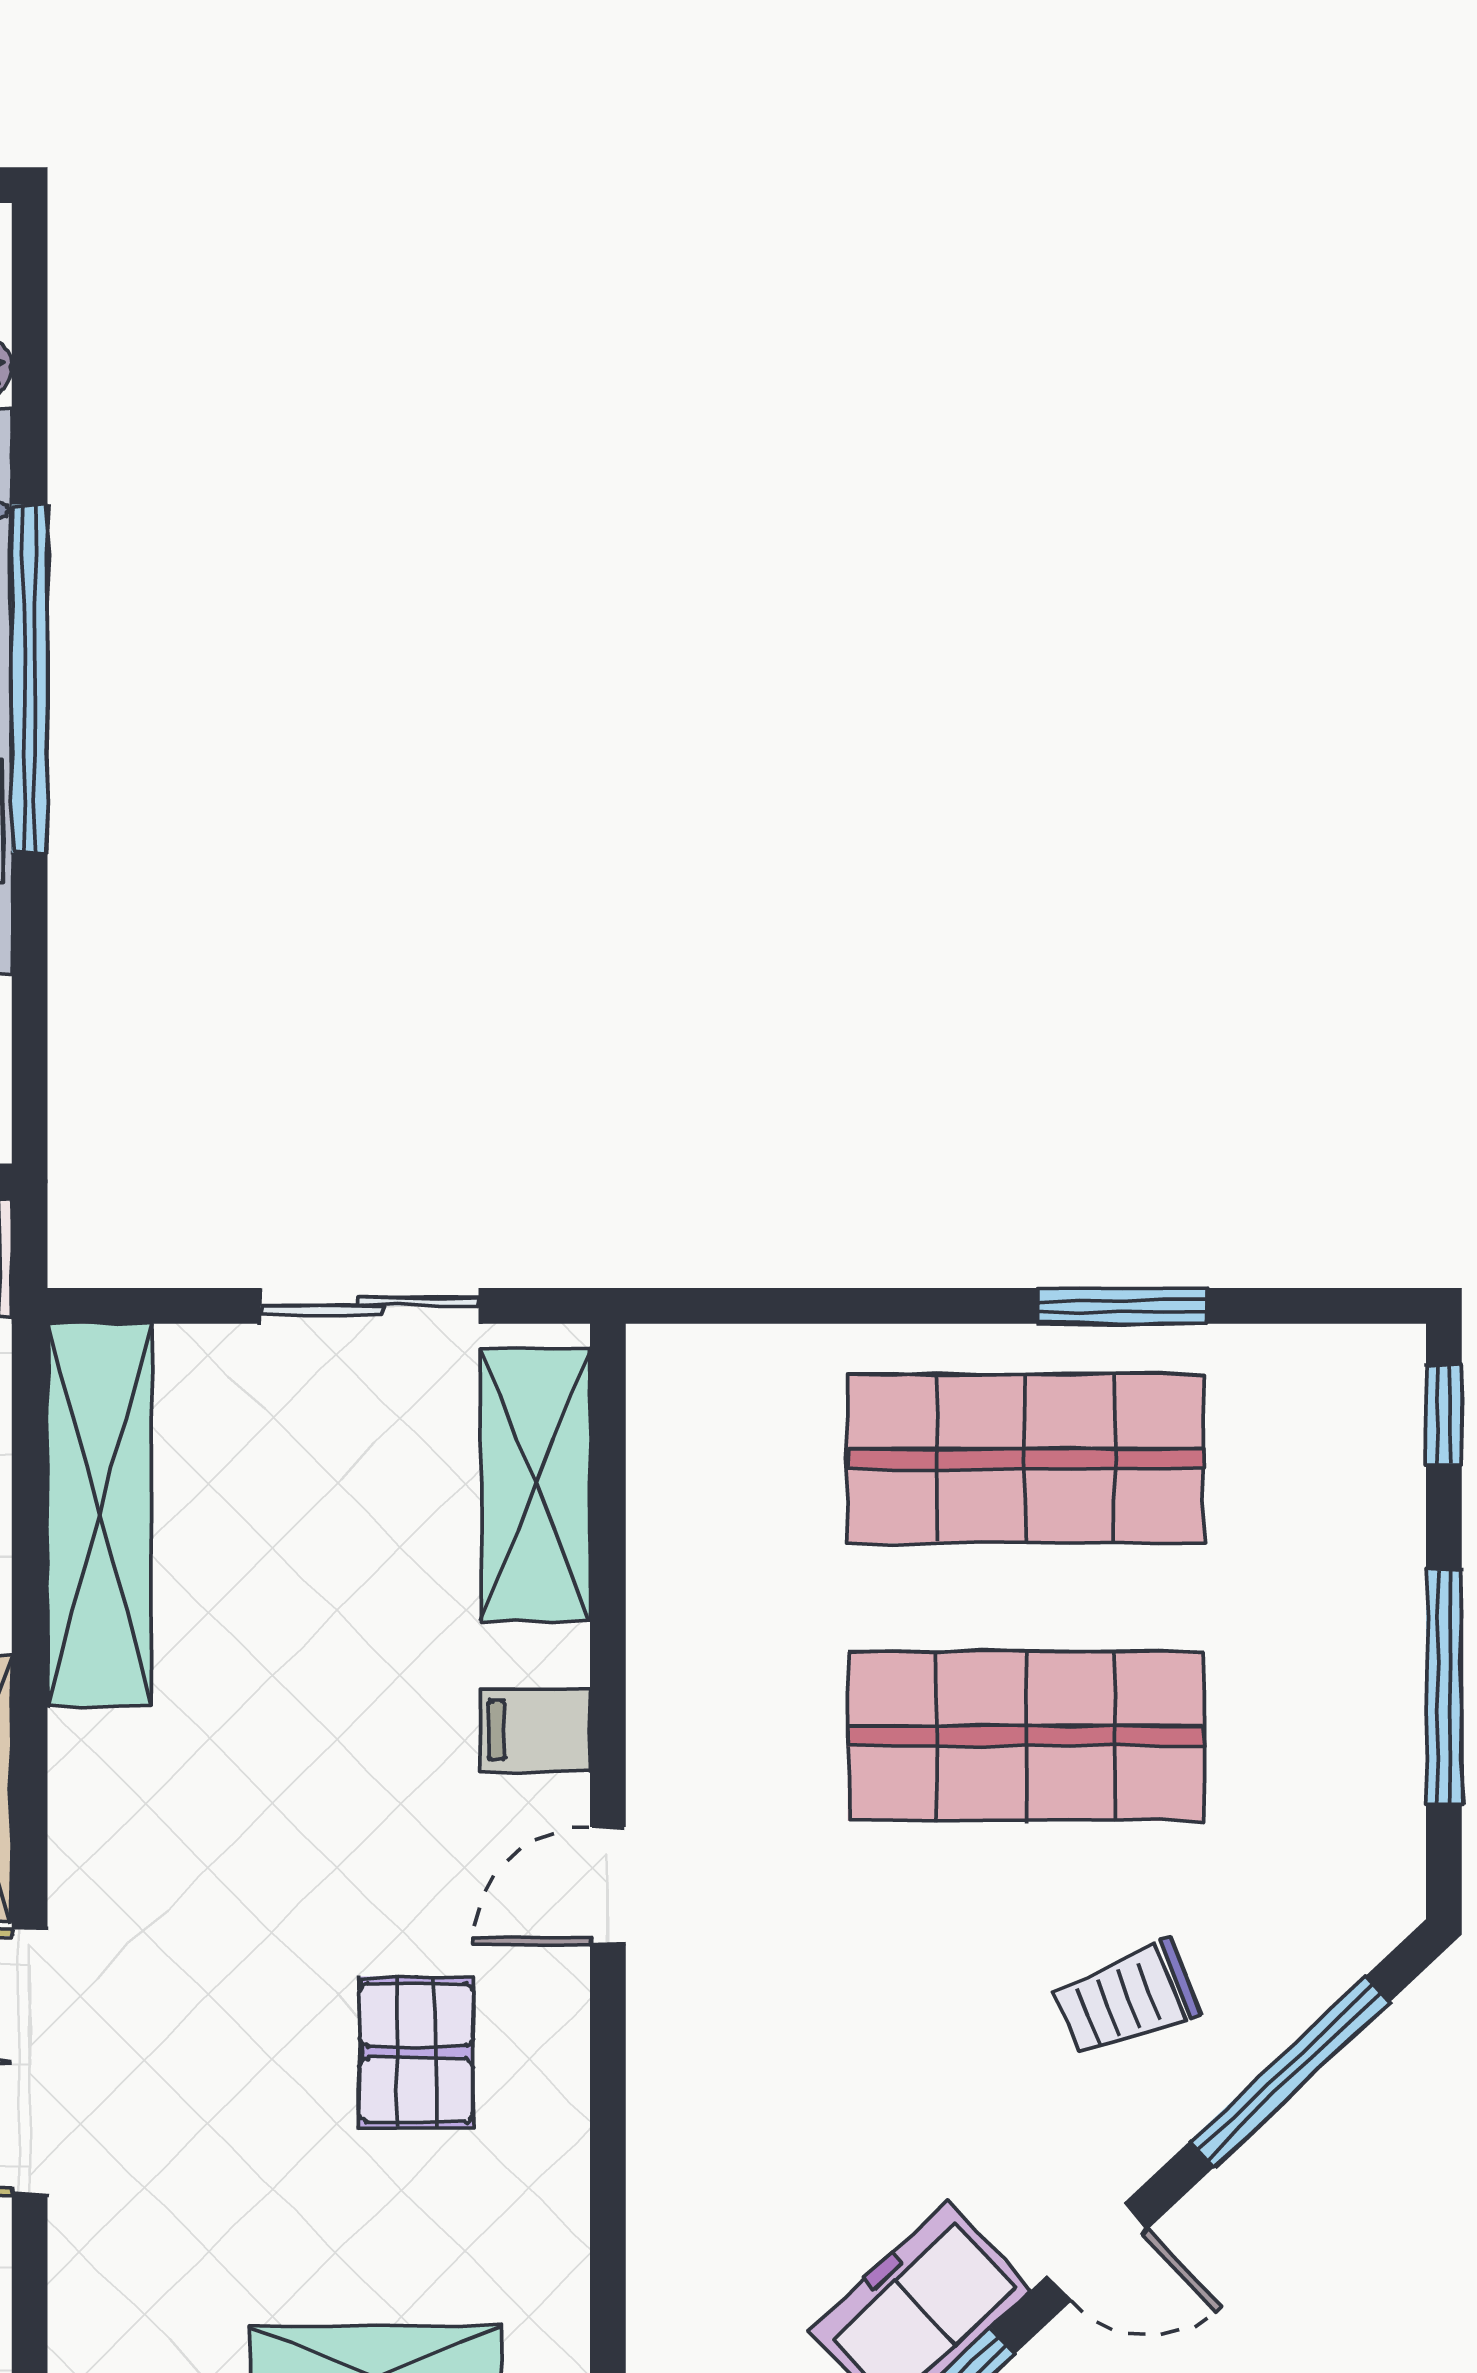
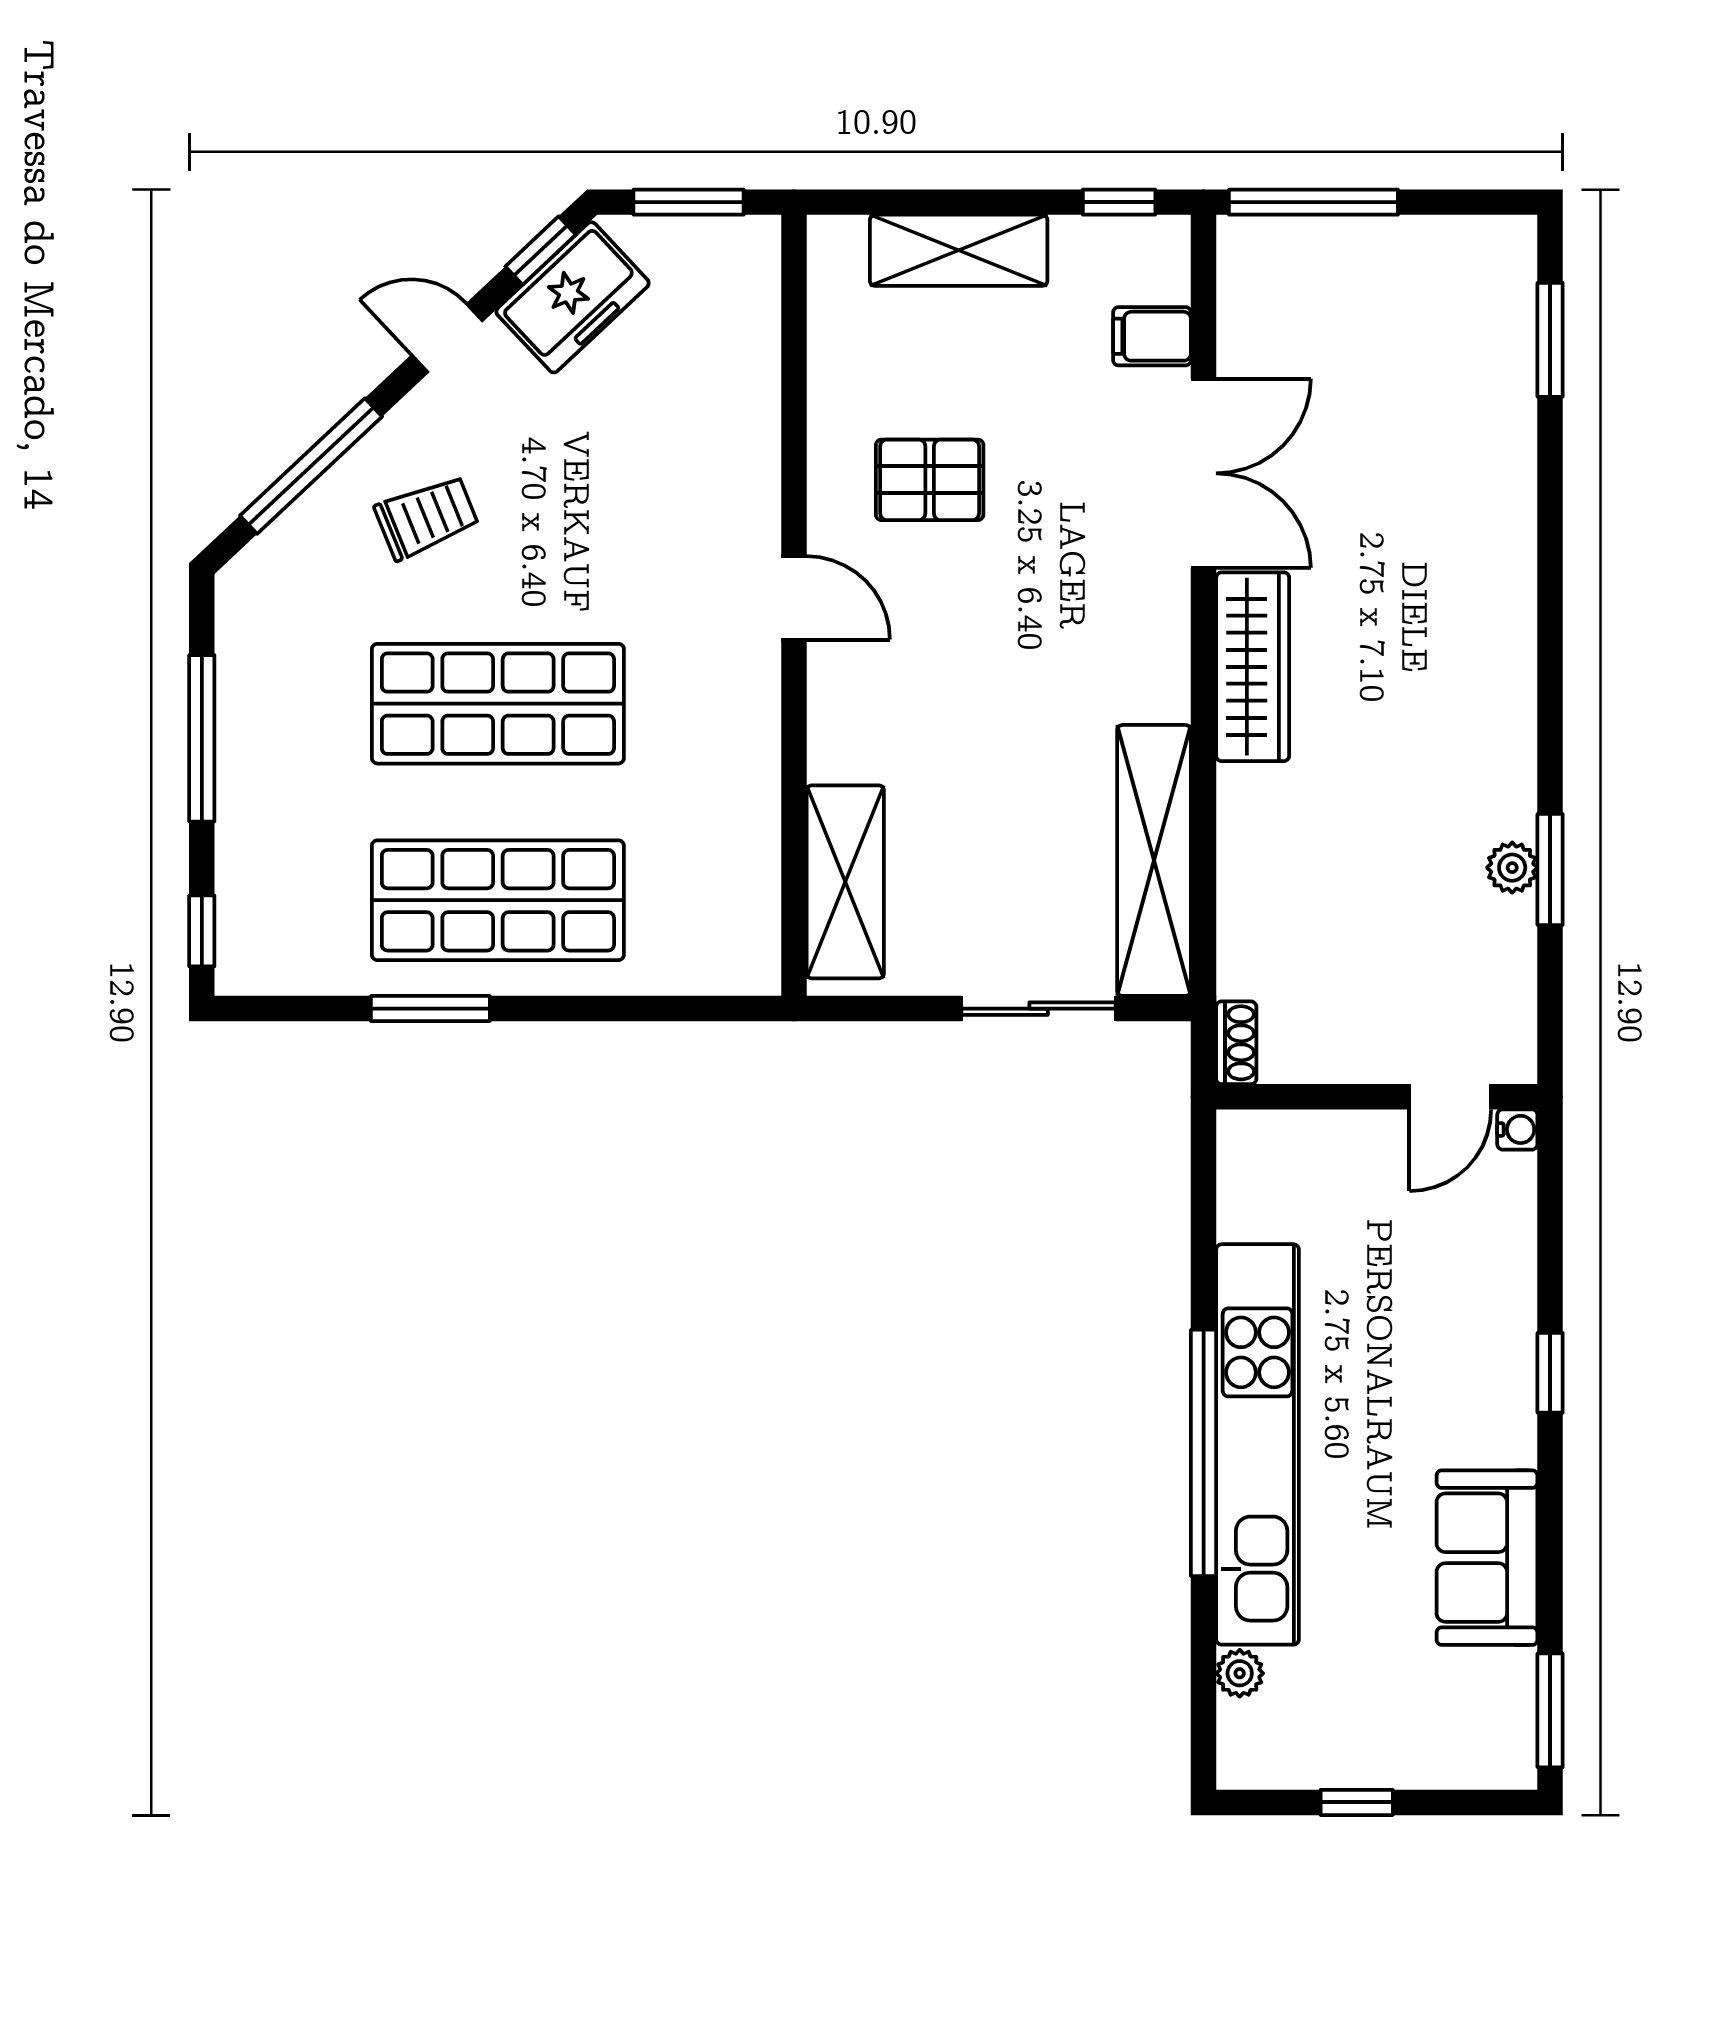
sliding door: (370, 1306) -> (1039, 1009), moved
filing cabinet: (535, 1730) -> (1152, 336), moved, turned 180
door: (608, 1886) -> (794, 598), hinge flipped
pallet: (416, 2052) -> (930, 480), turned 90

